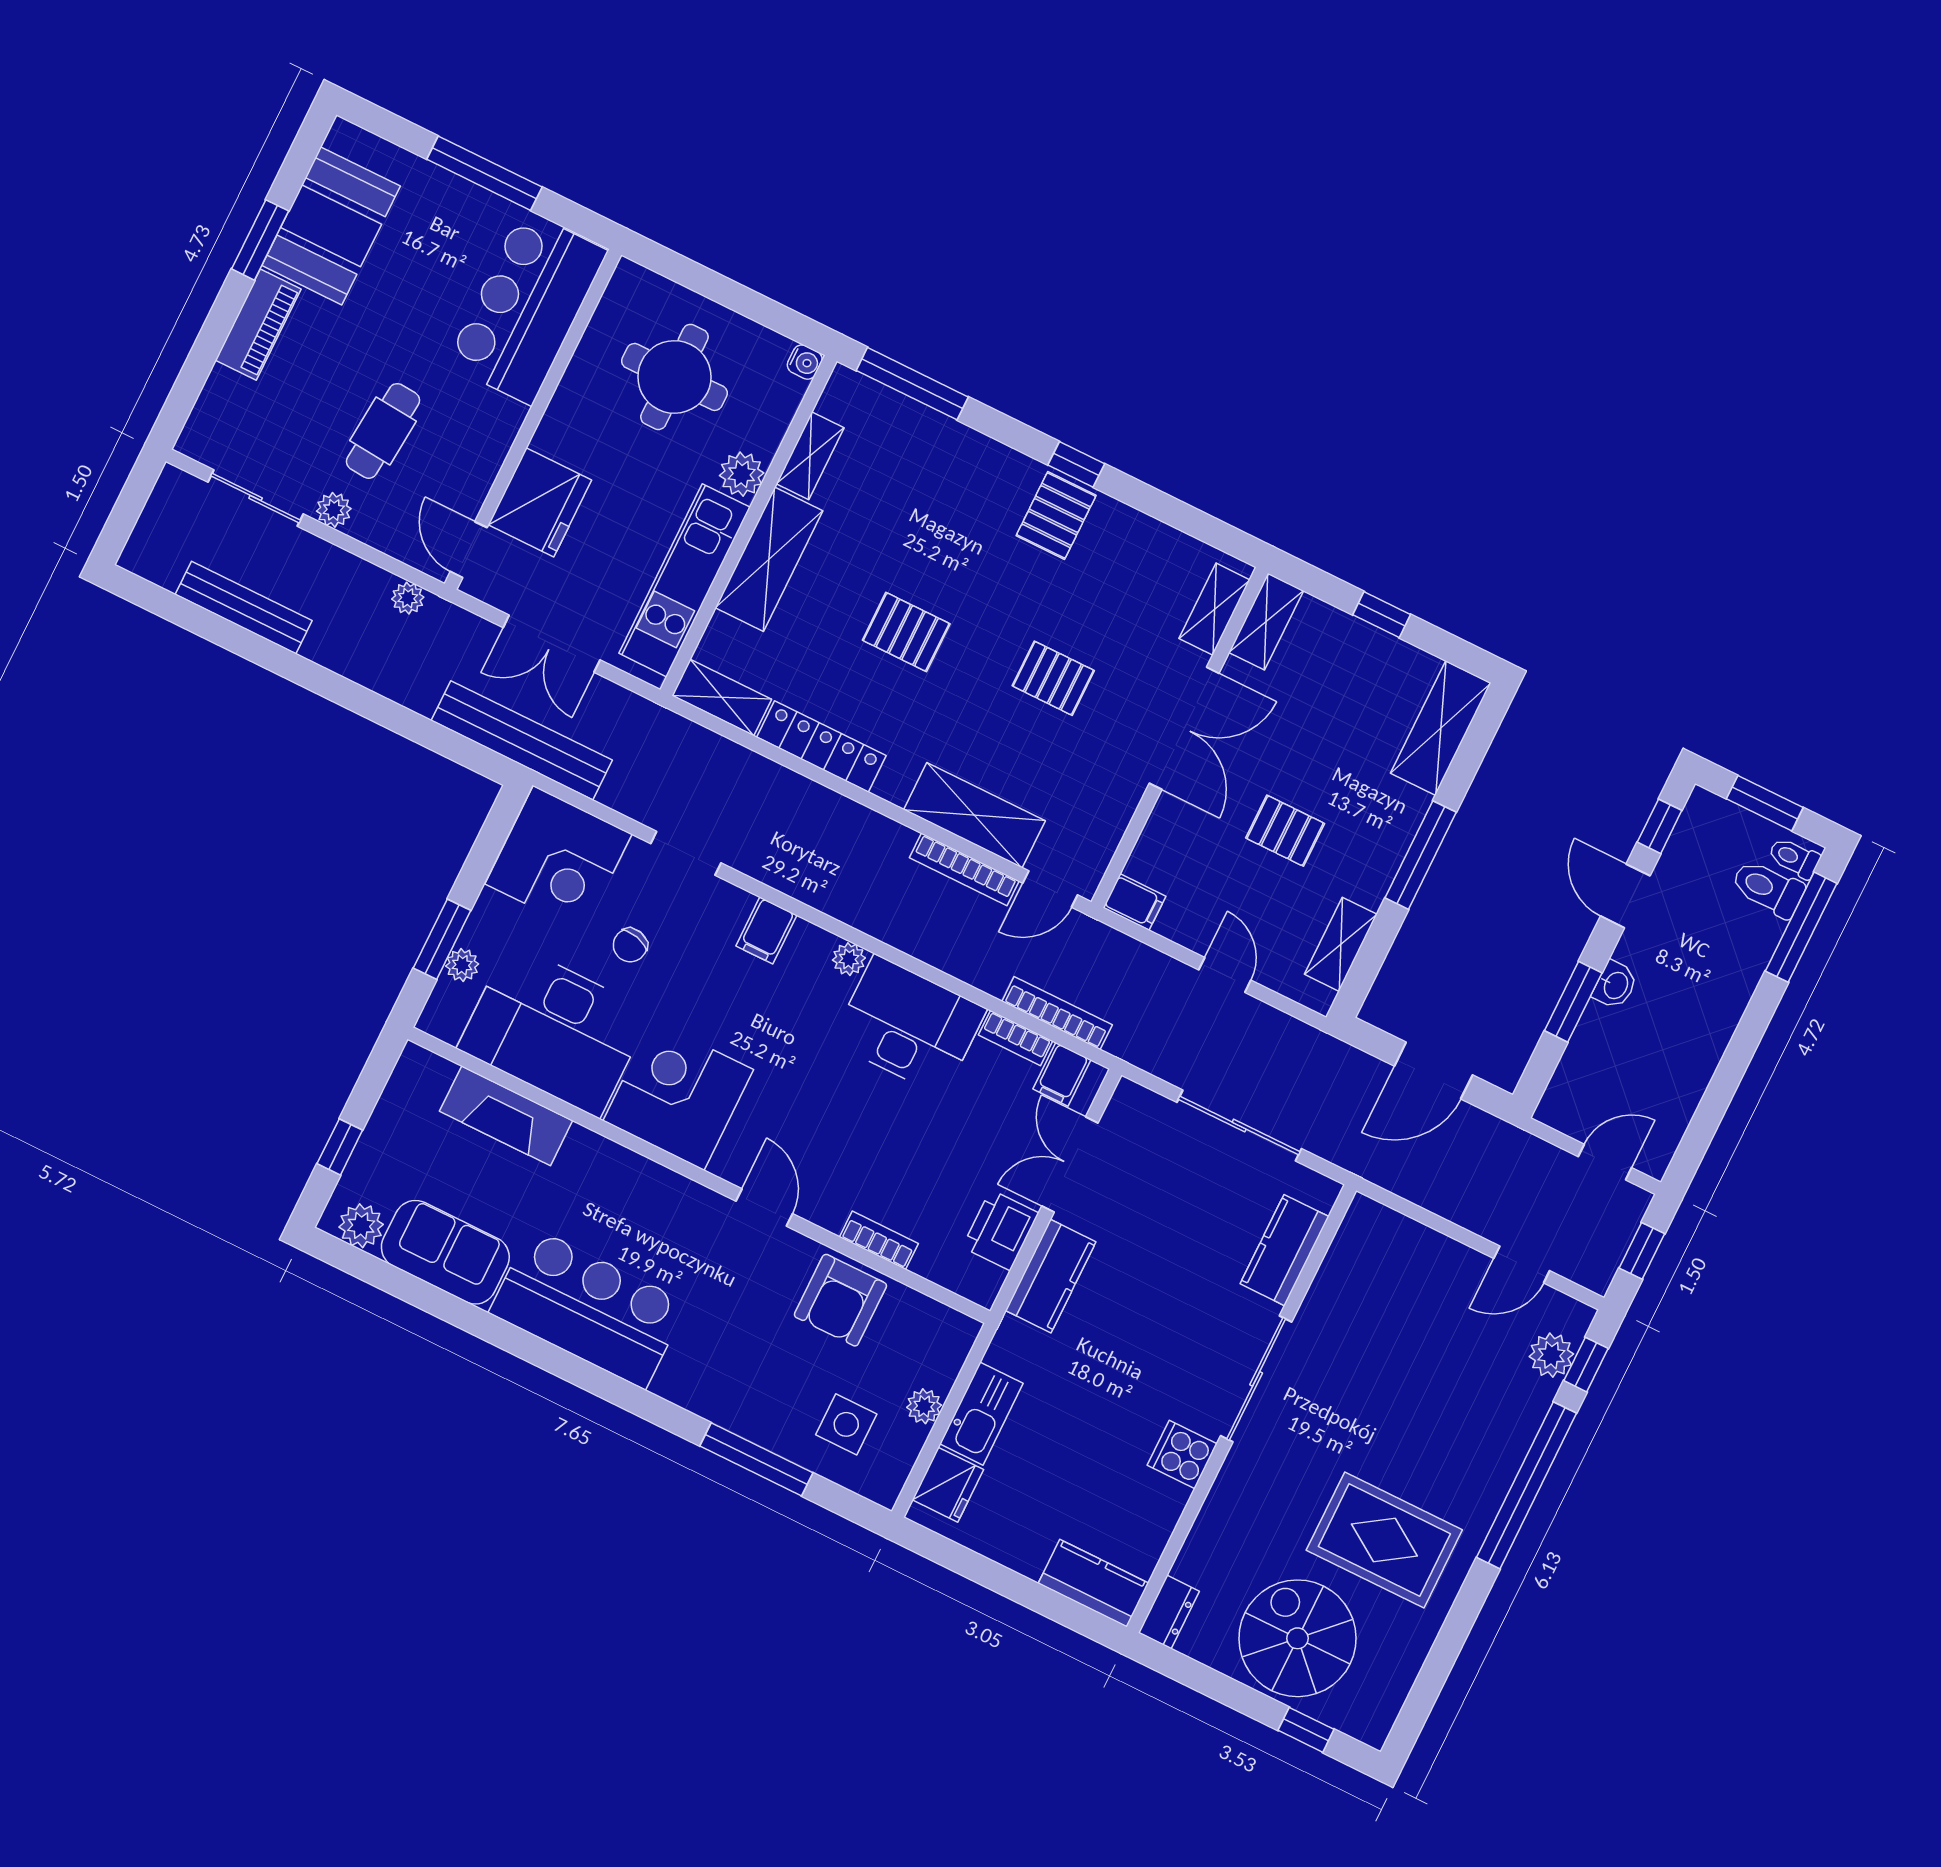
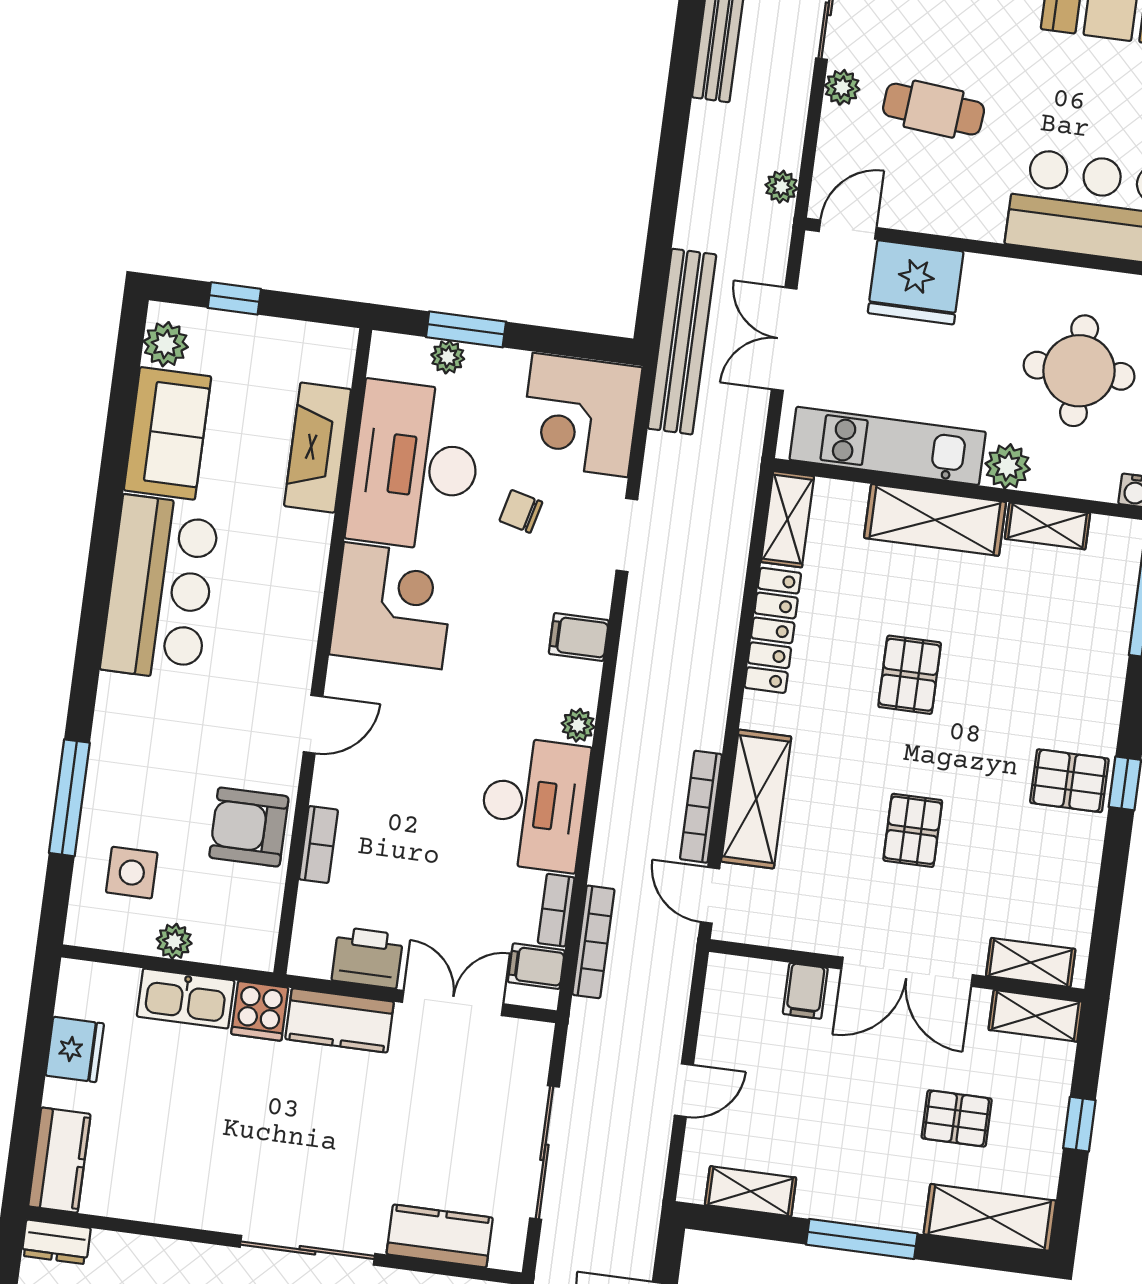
pallet: (1285, 831) -> (957, 1118), moved, turned 90
filing cabinet: (1134, 902) -> (805, 991), moved
cooker: (1182, 1454) -> (260, 1011), moved, turned 180
fridge: (948, 1485) -> (75, 1050), moved, turned -90

